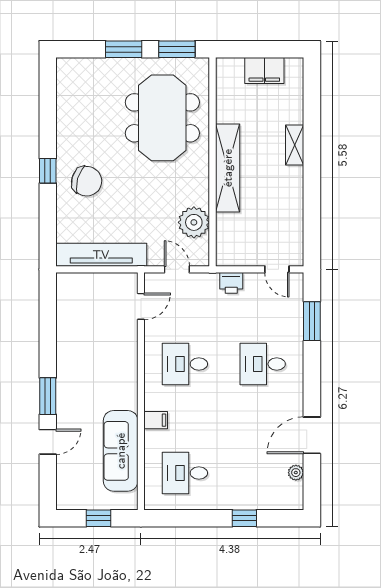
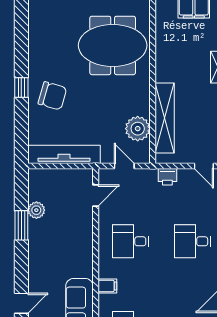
meeting table: (162, 118) -> (113, 45), turned 90
shelving: (228, 168) -> (165, 118), moved
plant: (66, 325) -> (36, 210), added
window: (48, 396) -> (21, 225), moved

